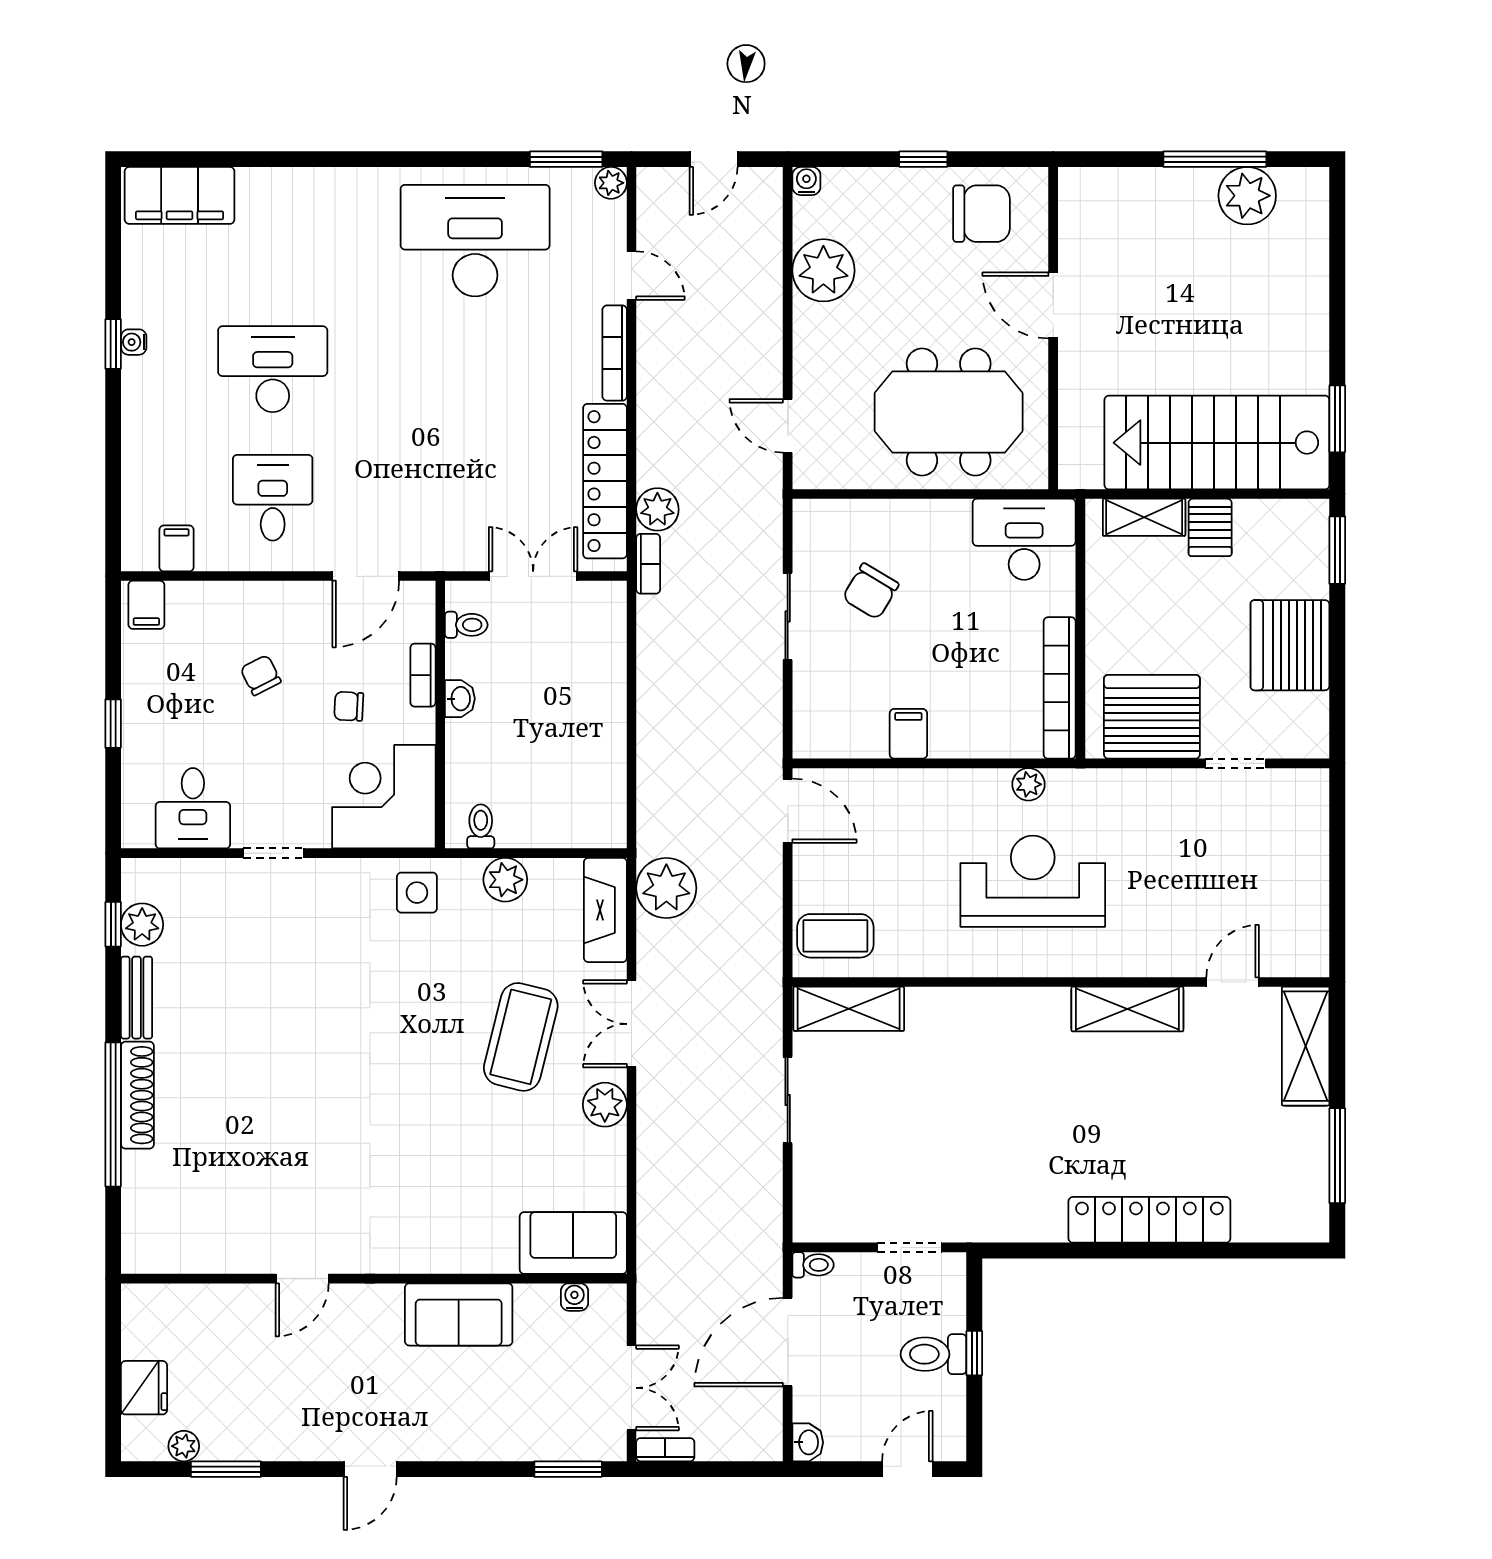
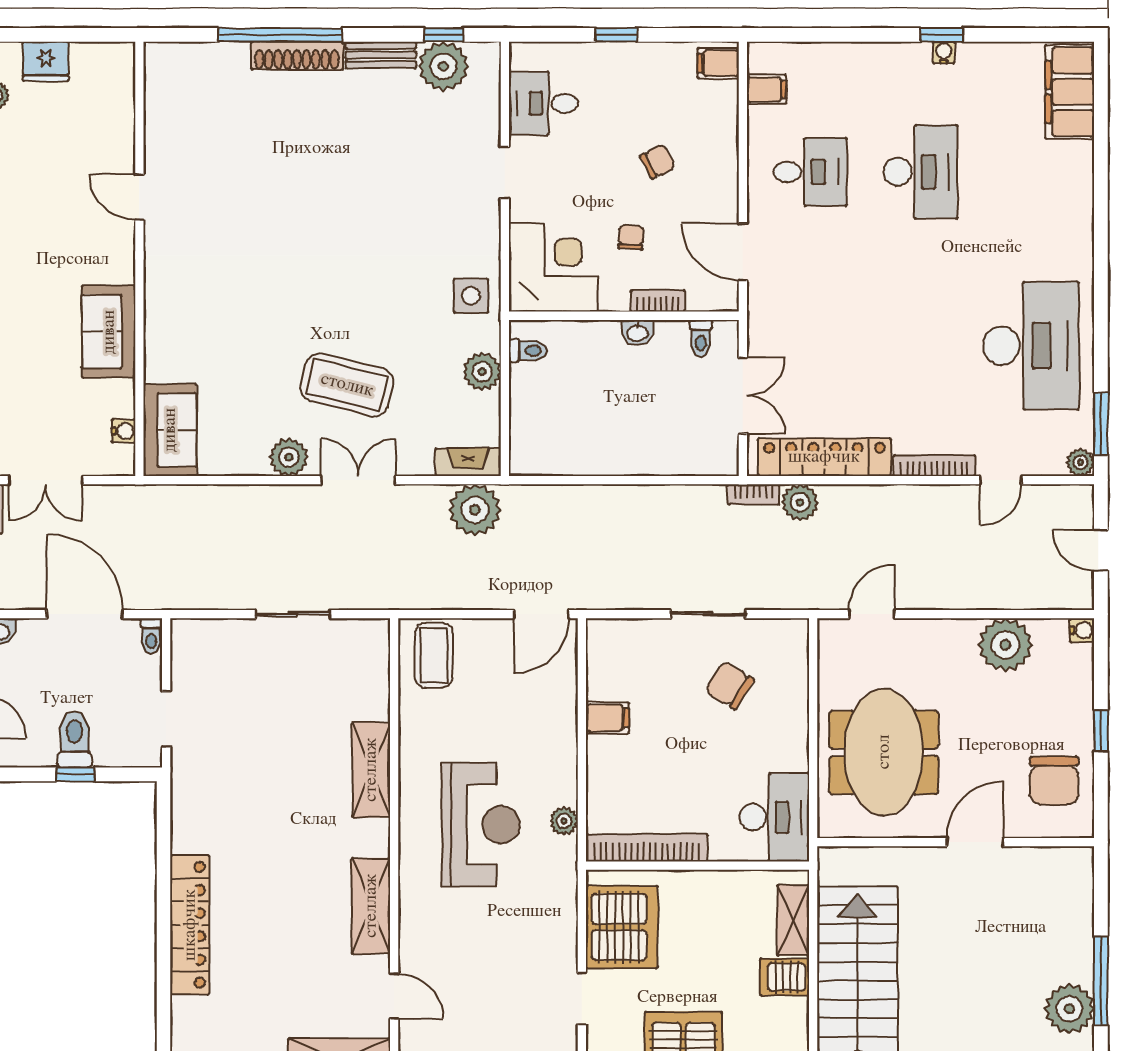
fireplace: (605, 910) -> (468, 462), width x0.73, depth x0.76
plant: (142, 925) -> (443, 66), width x1.36, depth x1.36
shelving: (849, 1009) -> (371, 770), moved

